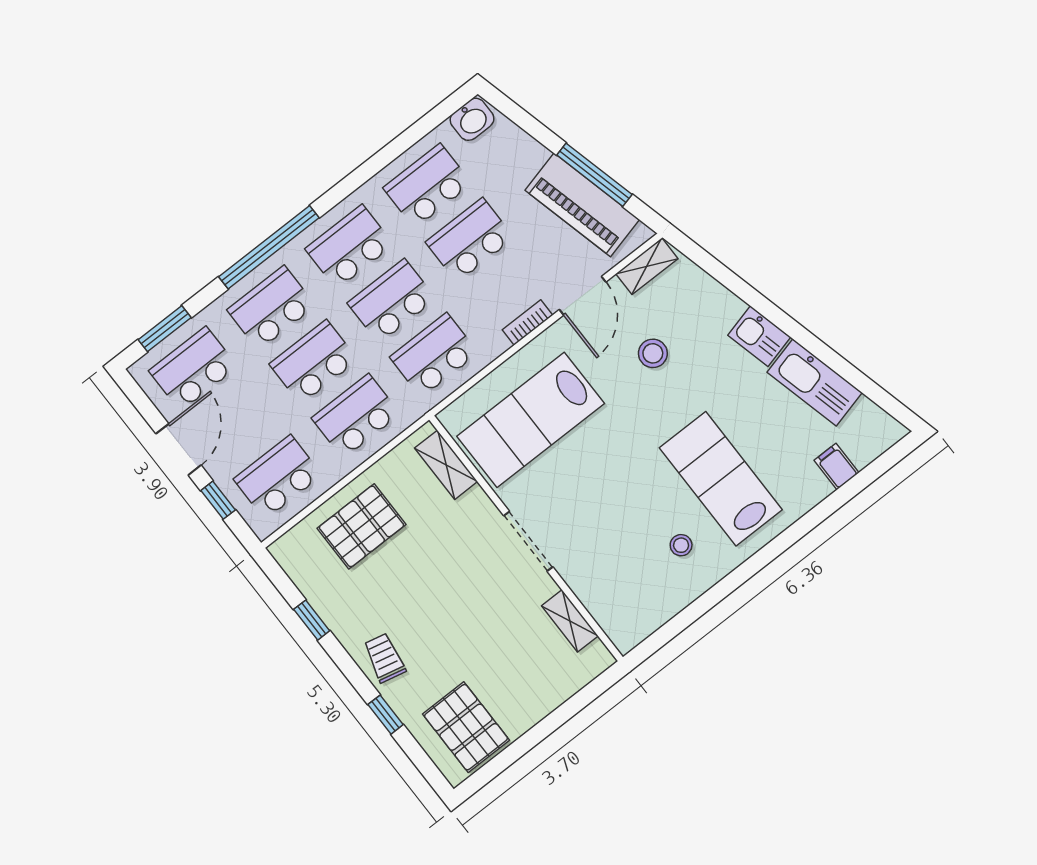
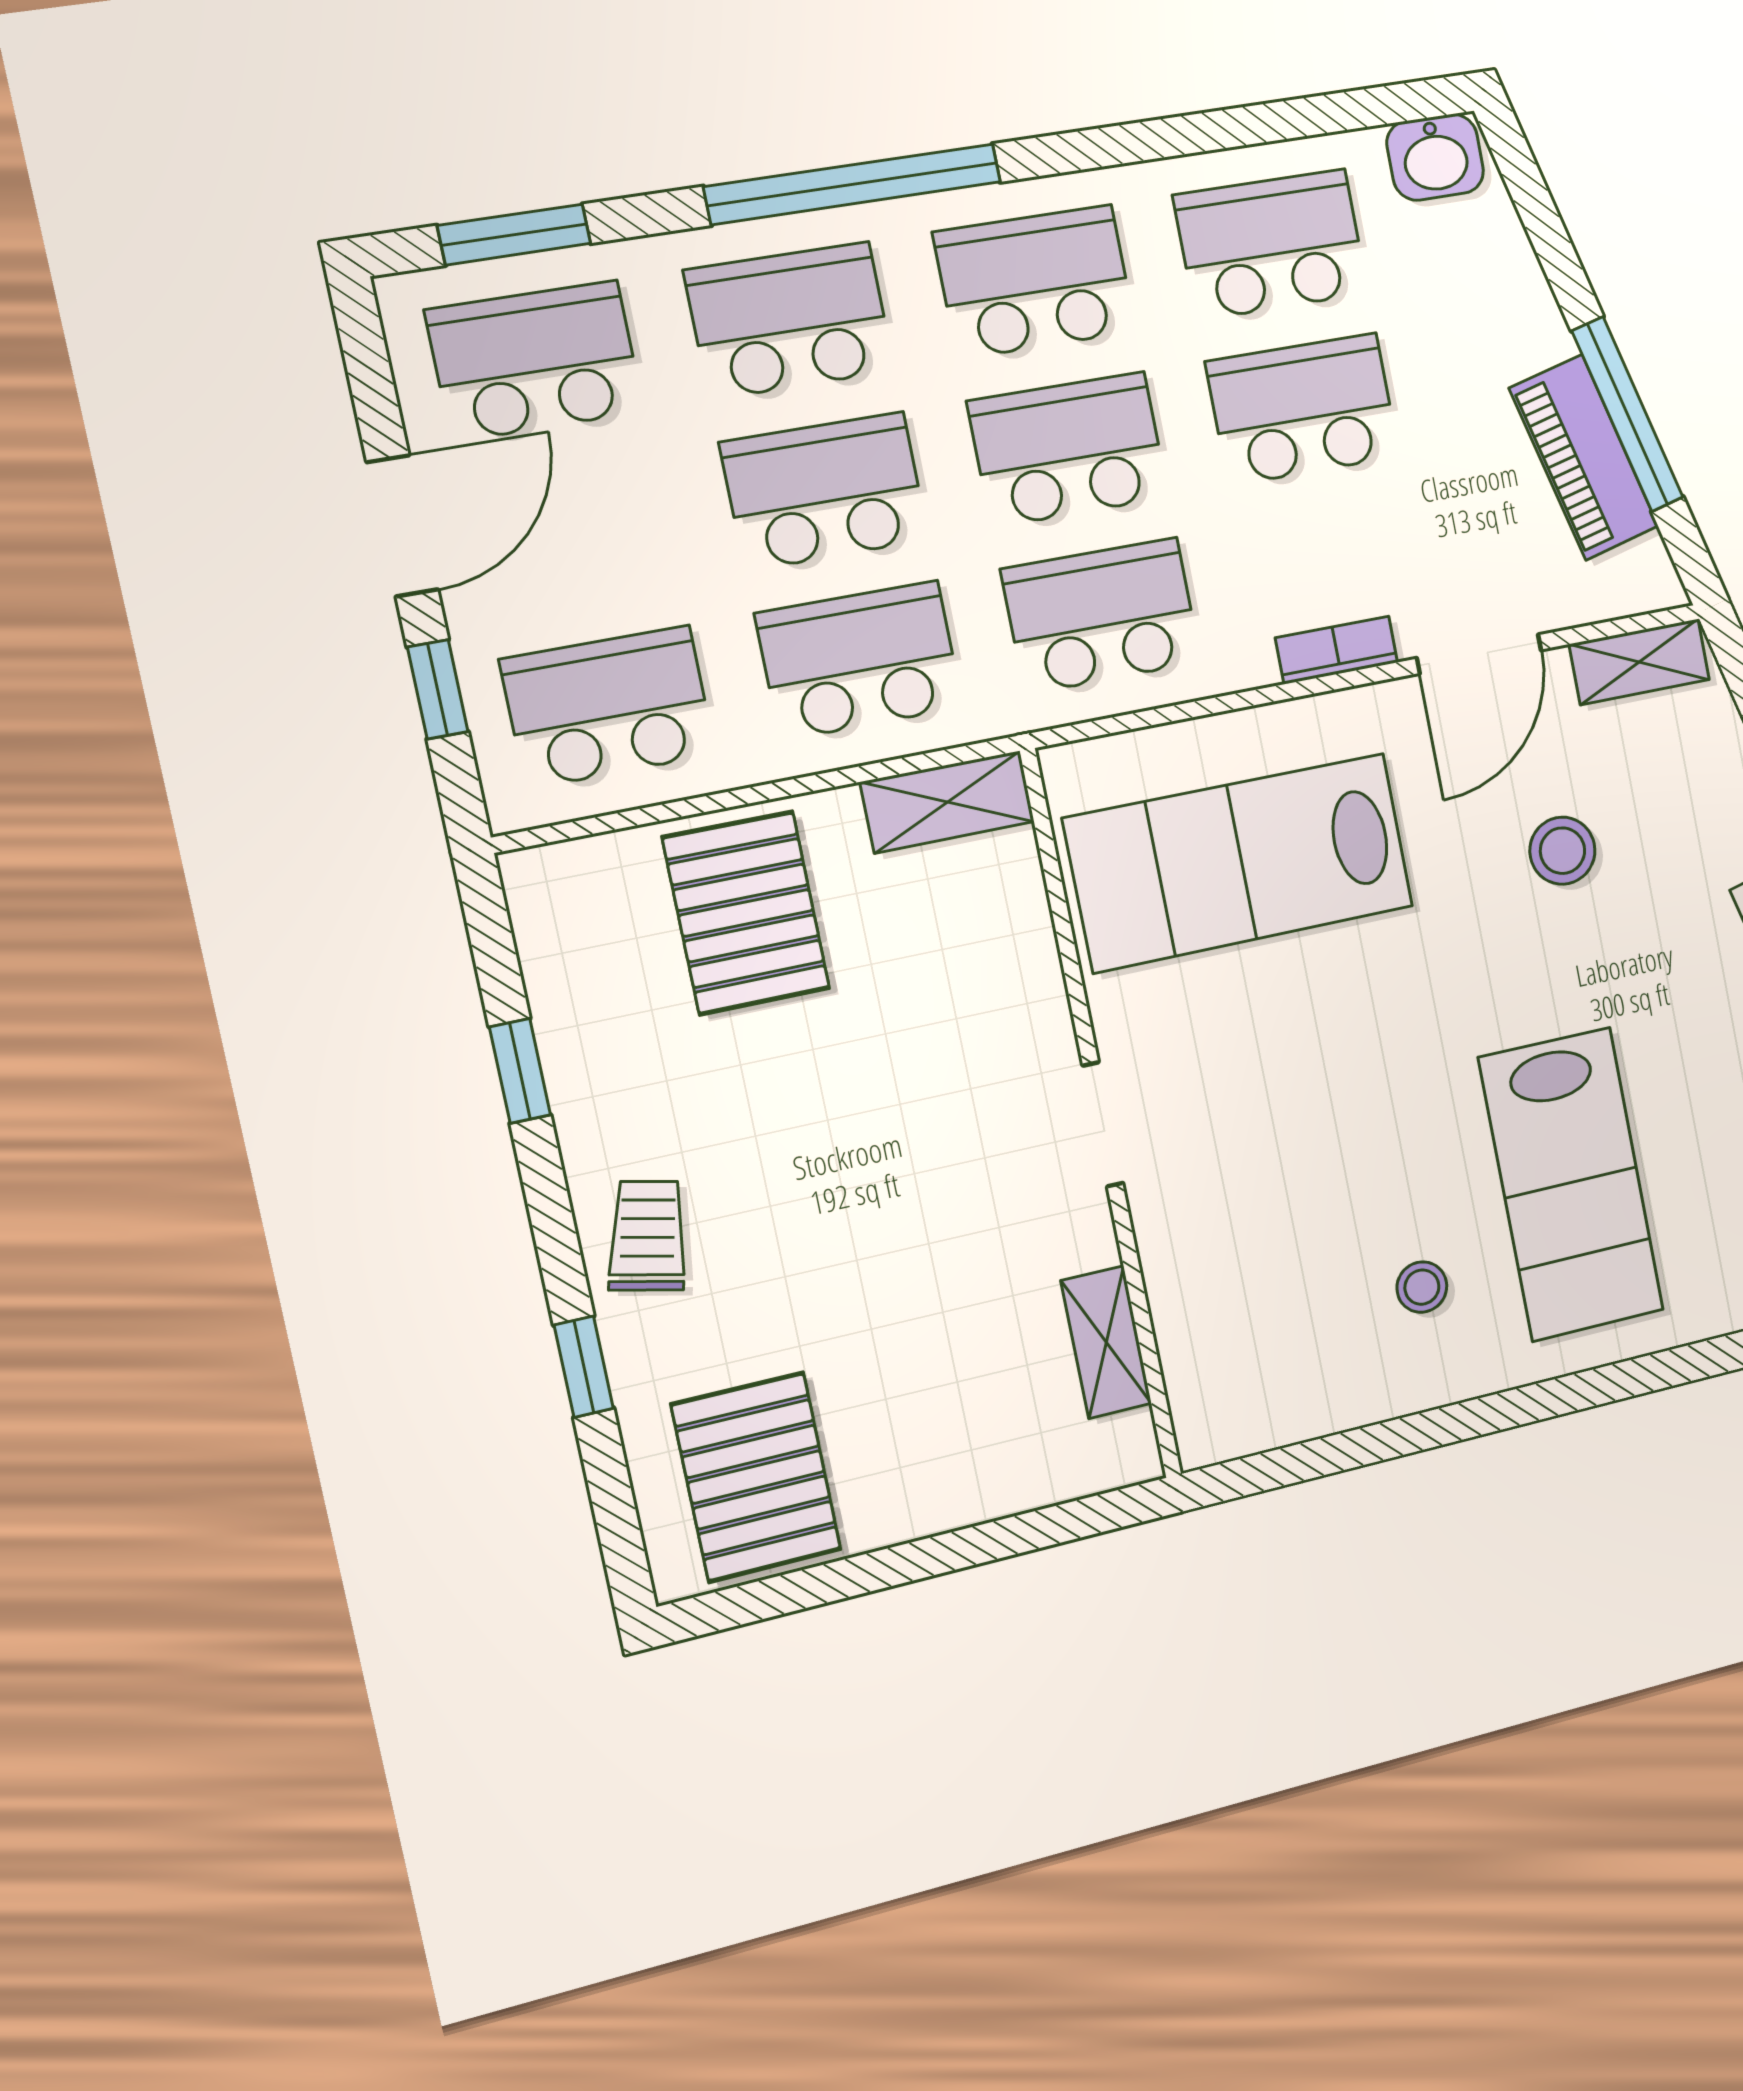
piano: (582, 205) -> (1584, 457), width x0.73, depth x0.75
shelving: (446, 465) -> (948, 802), moved, turned 90
lab bench: (721, 479) -> (1571, 1184), turned 180
pallet: (361, 526) -> (746, 913), turned 90
doorway: (528, 541) -> (1103, 1124), width x0.73

